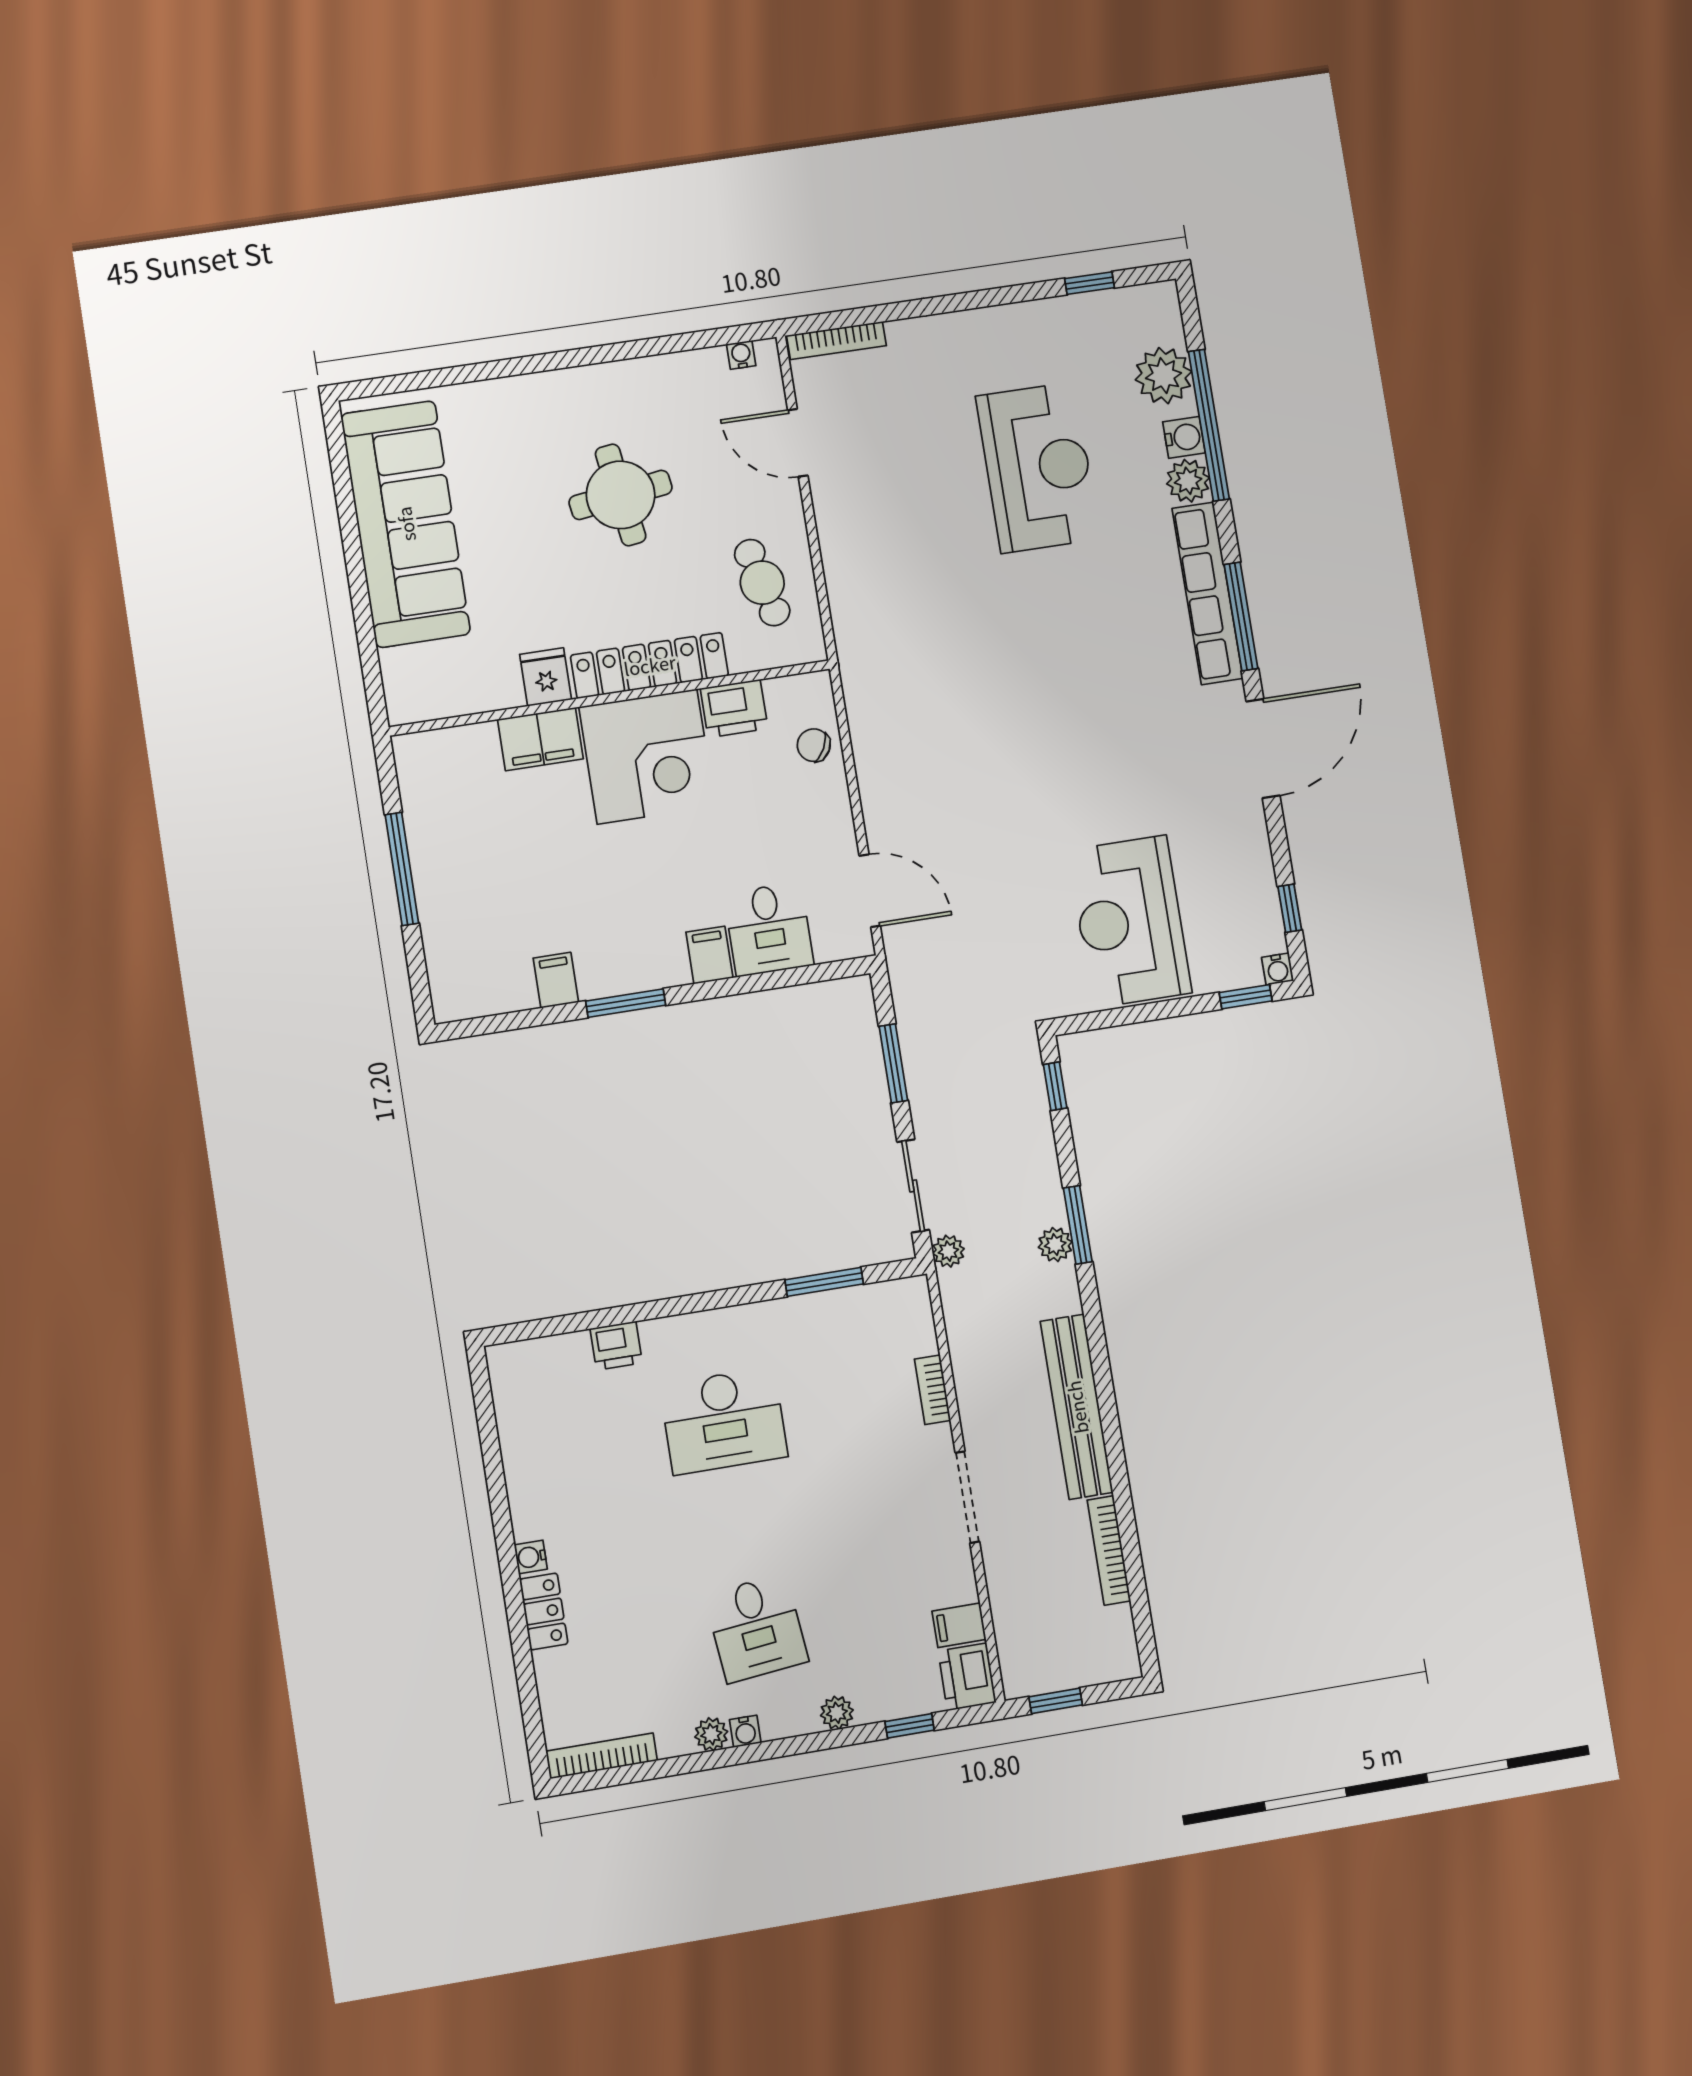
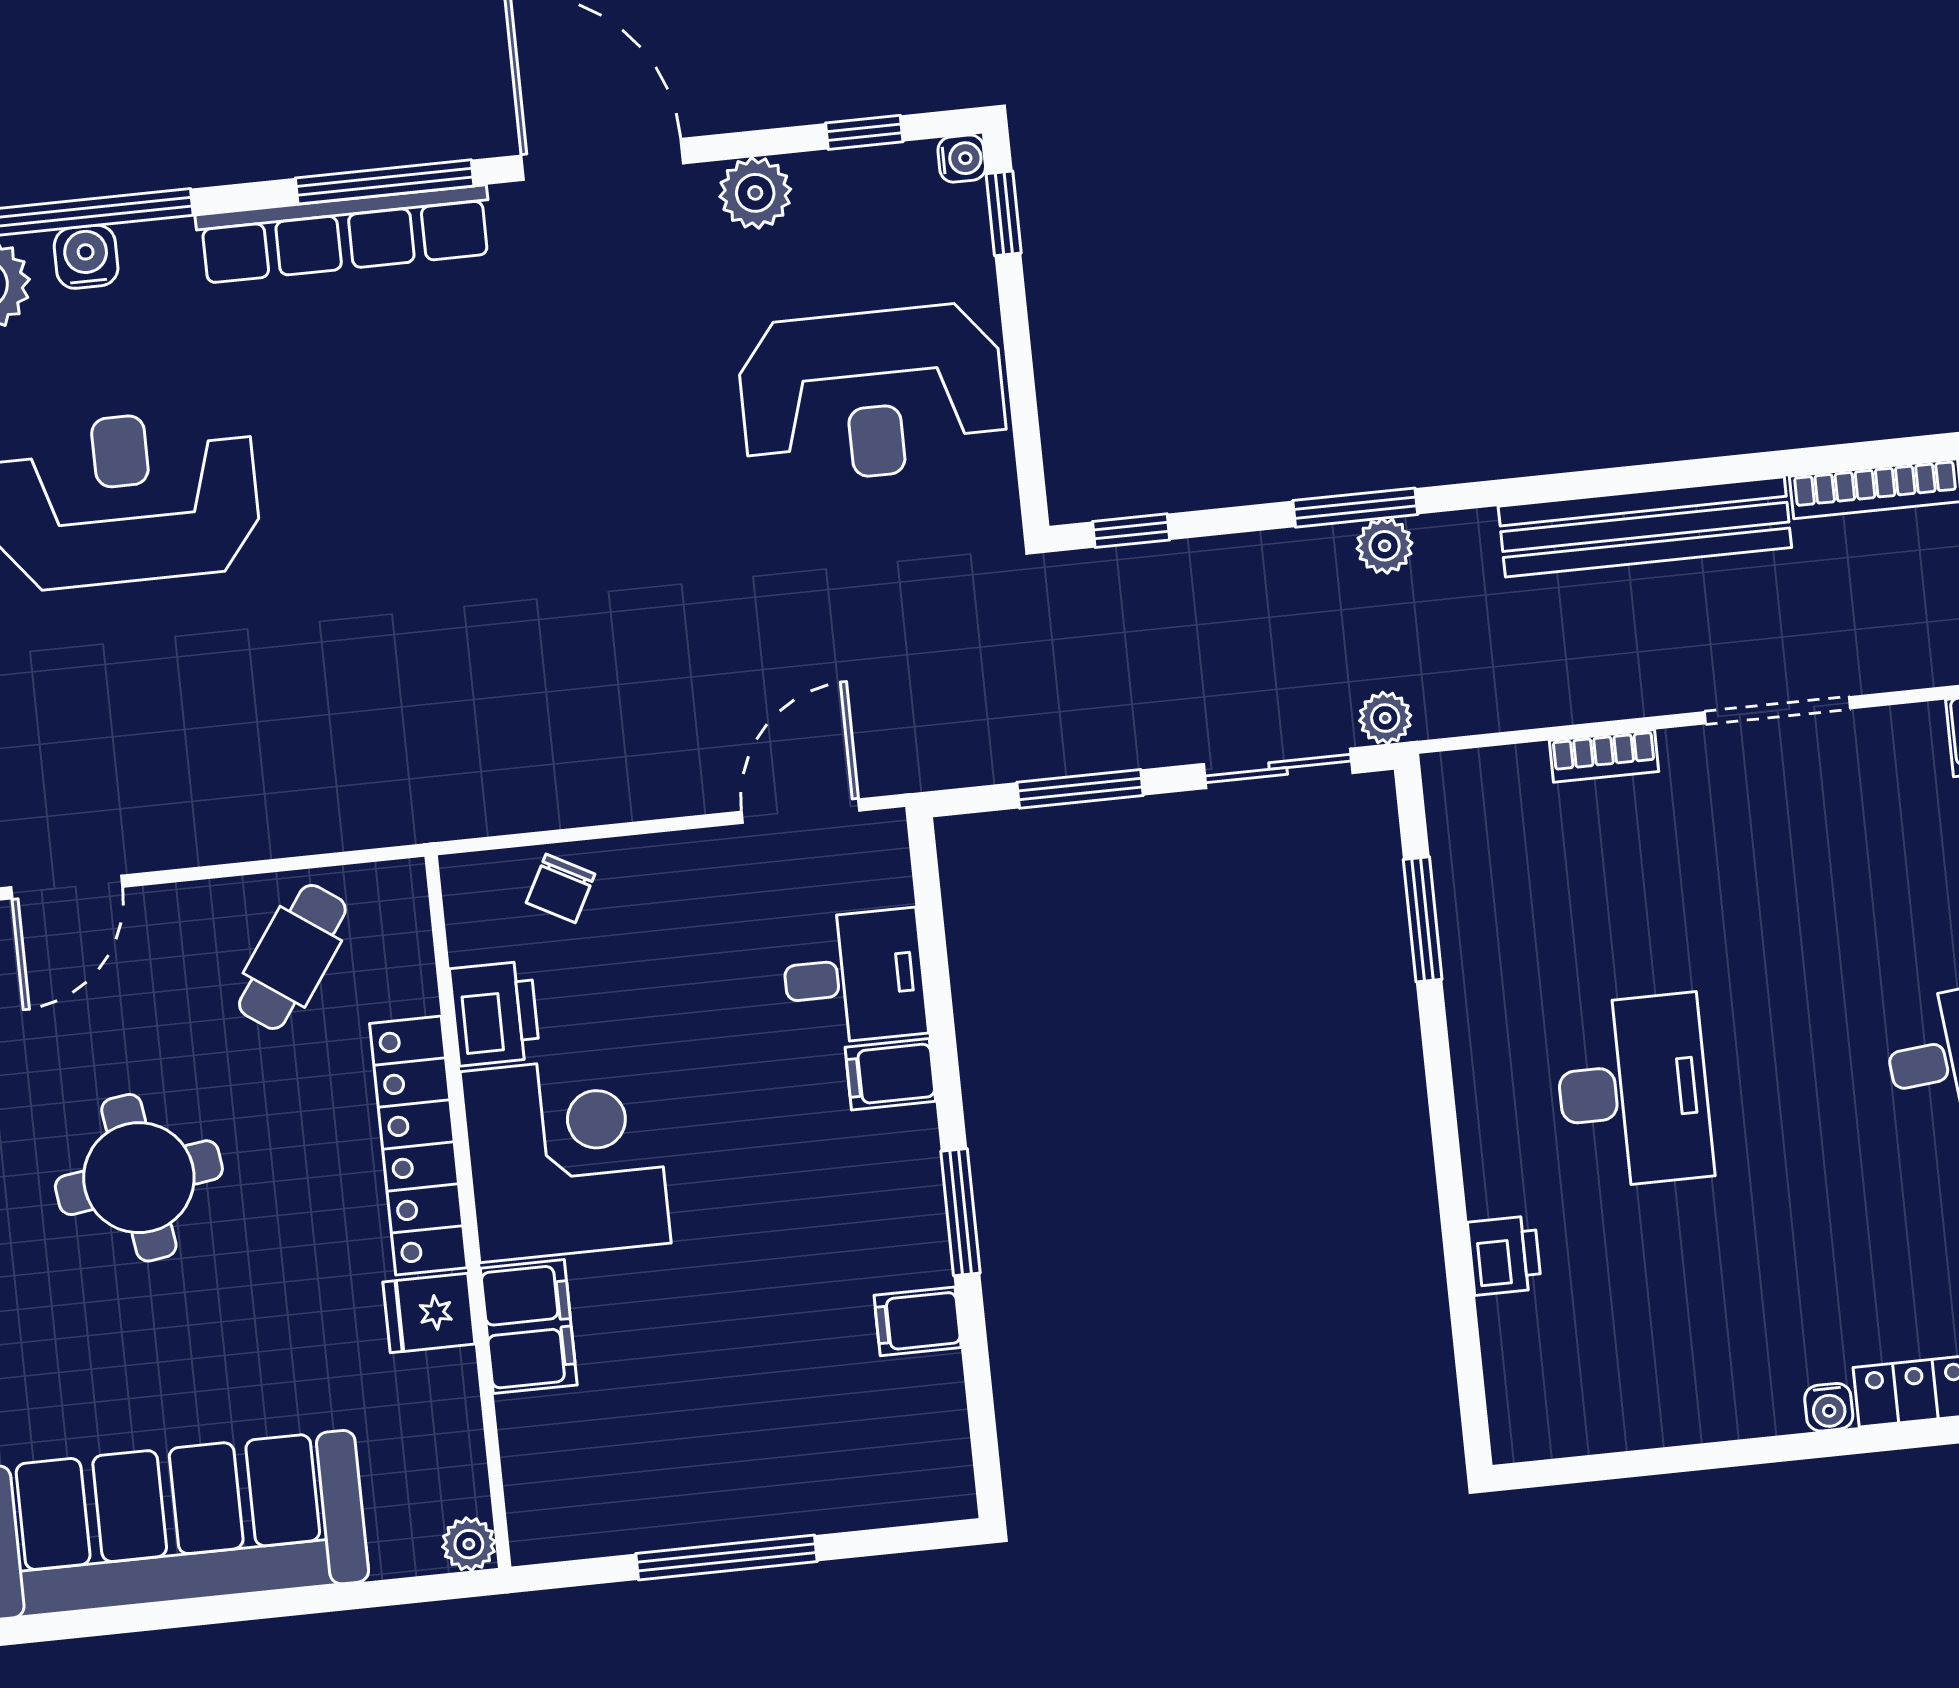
plant: (1188, 481) -> (755, 193), moved
cafe table: (762, 583) -> (292, 957), turned -41
plant: (402, 709) -> (469, 1544), added

